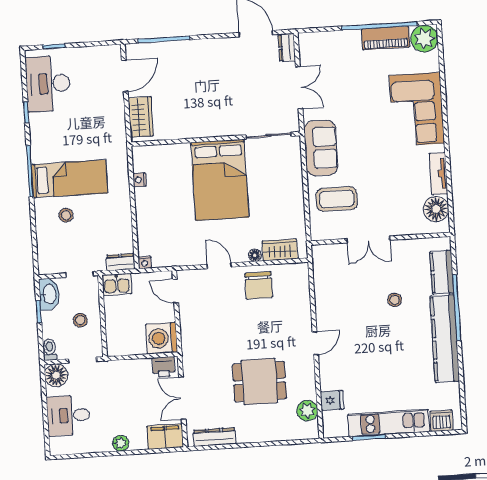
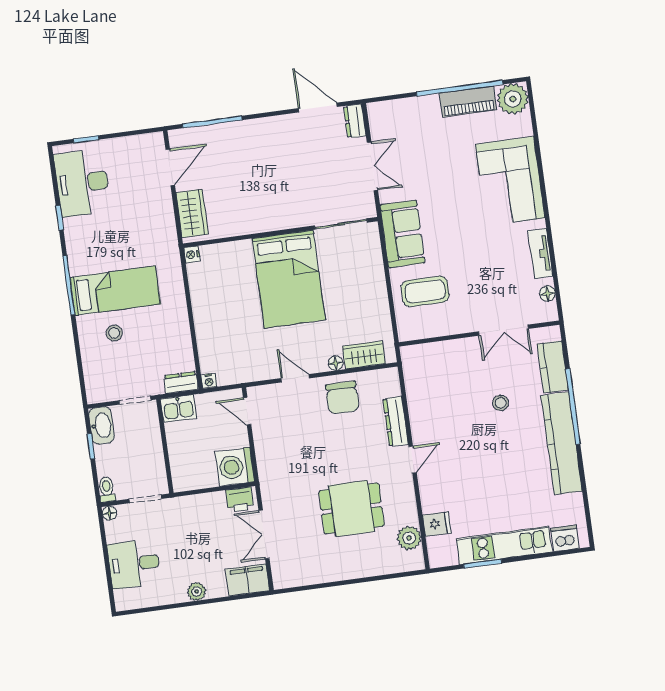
nightstand: (140, 180) -> (192, 255), moved
floor lamp: (436, 209) -> (547, 294), width x0.53, depth x0.53
double door: (368, 239) -> (504, 330), moved
stool: (80, 320) -> (140, 453), removed
floor lamp: (56, 375) -> (109, 513), width x0.53, depth x0.53
dresser: (214, 437) -> (396, 421), moved, turned -90

